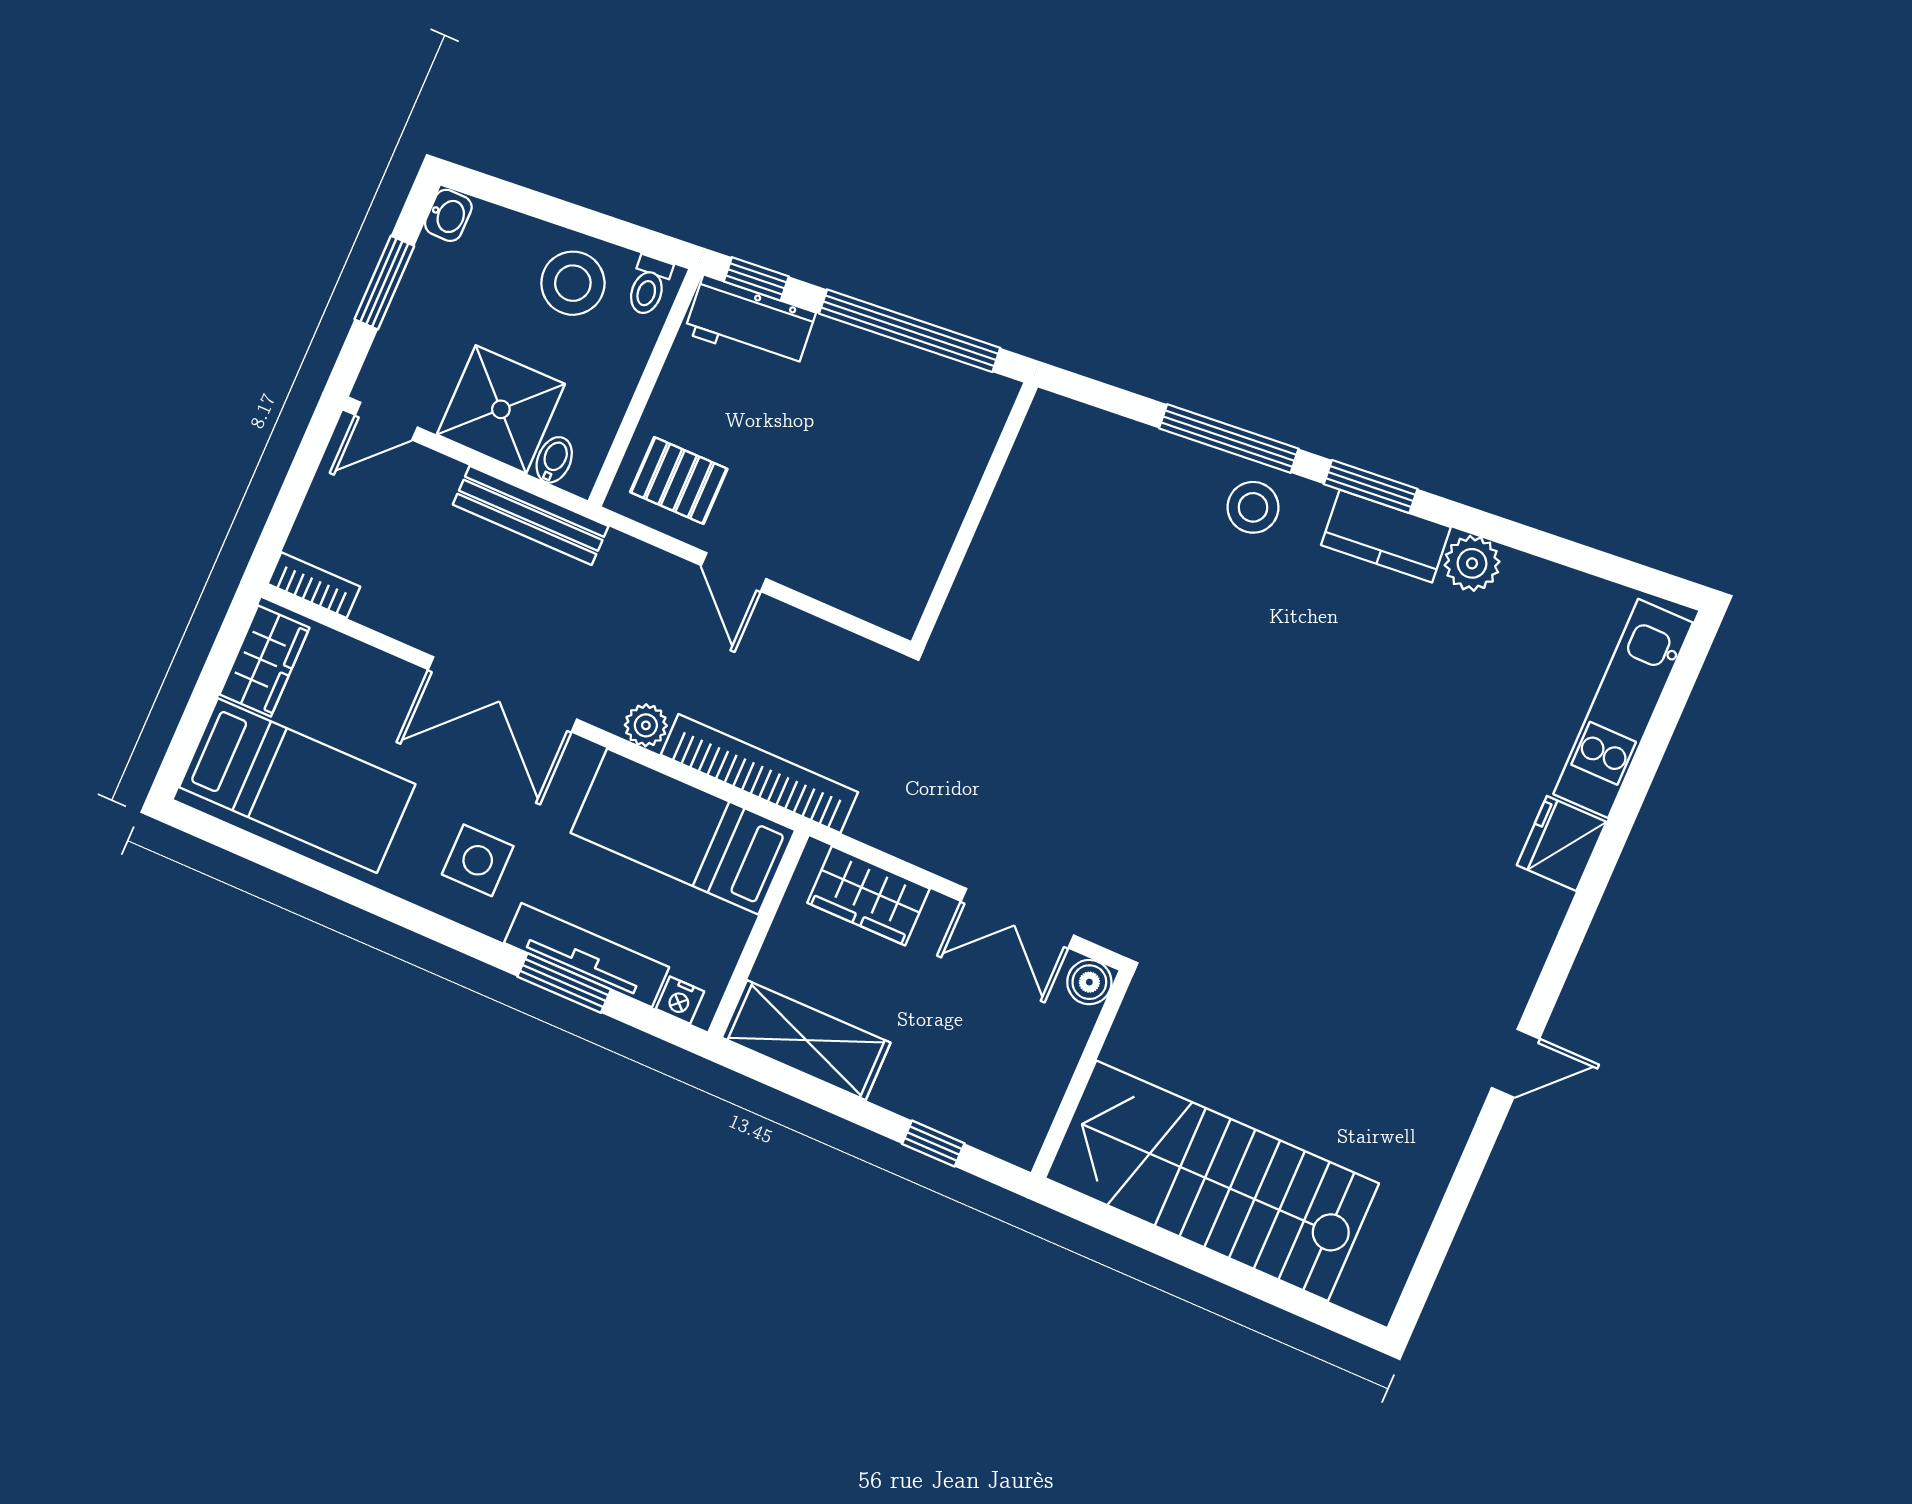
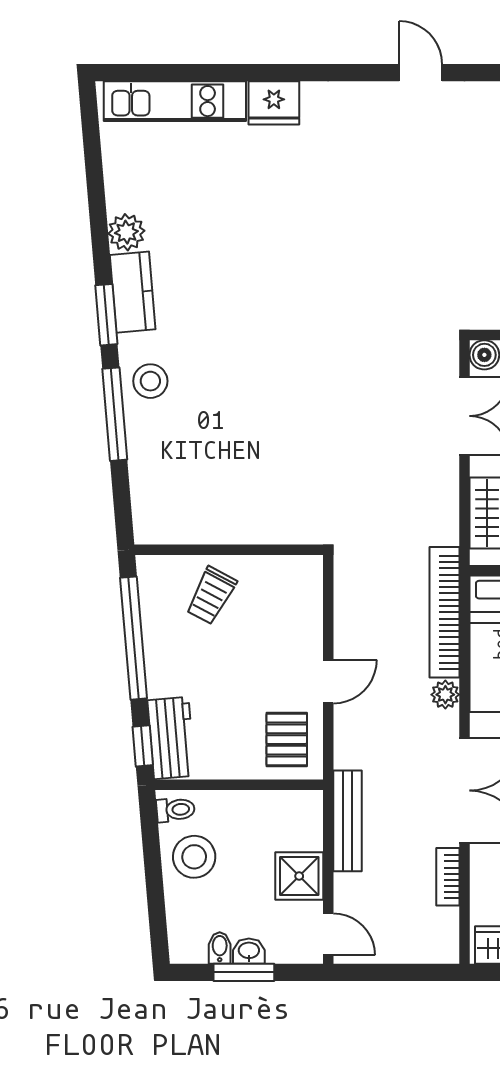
washbasin: (448, 215) -> (249, 951), moved
shower: (501, 409) -> (299, 876), width x0.73, depth x0.73
bidet: (554, 460) -> (220, 948), moved, turned 90
trolley: (922, 463) -> (211, 596), added
bookcase: (314, 585) -> (448, 877), moved

